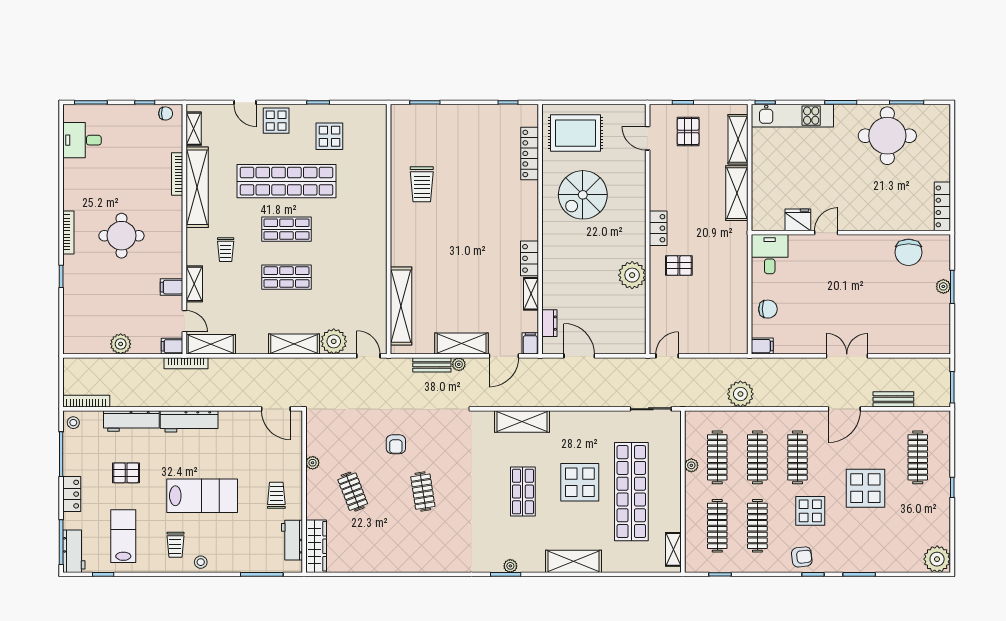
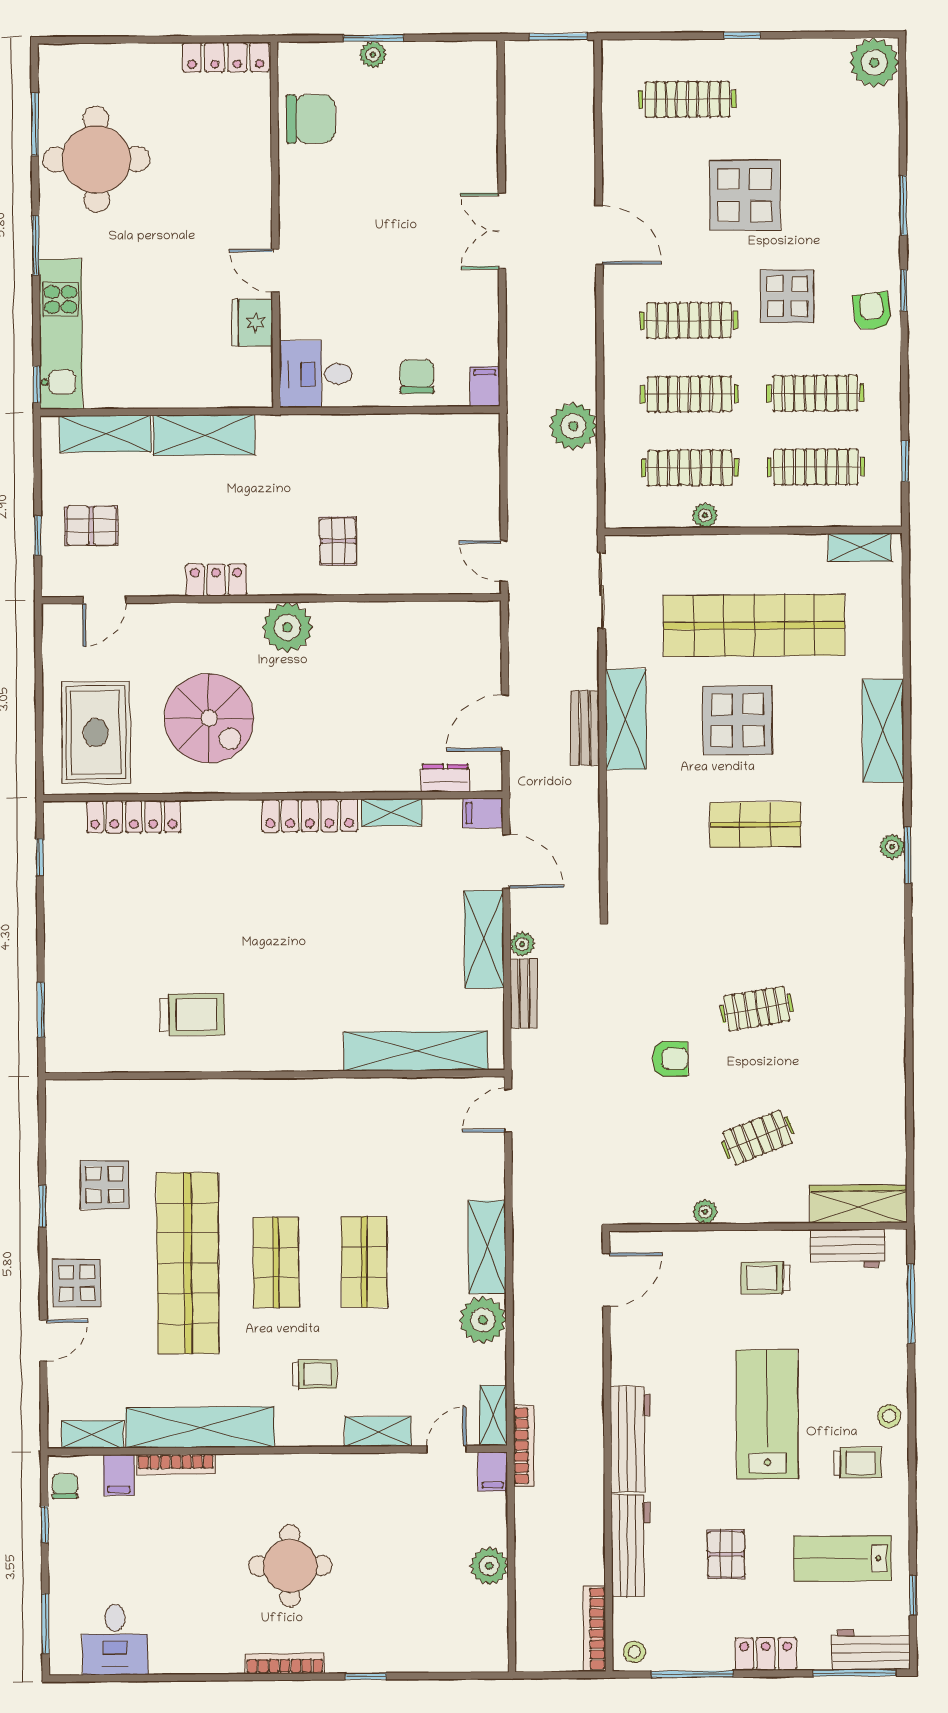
locker: (658, 228) -> (216, 580), moved
locker: (529, 258) -> (310, 816), width x1.53
plant: (632, 275) -> (287, 627), moved
filing cabinet: (171, 287) -> (119, 1475), moved
plant: (334, 341) -> (483, 1320), moved
shelving: (211, 344) -> (493, 1415), width x0.67, depth x0.75
bench: (893, 399) -> (585, 728), moved
shelving: (522, 422) -> (626, 719), moved

